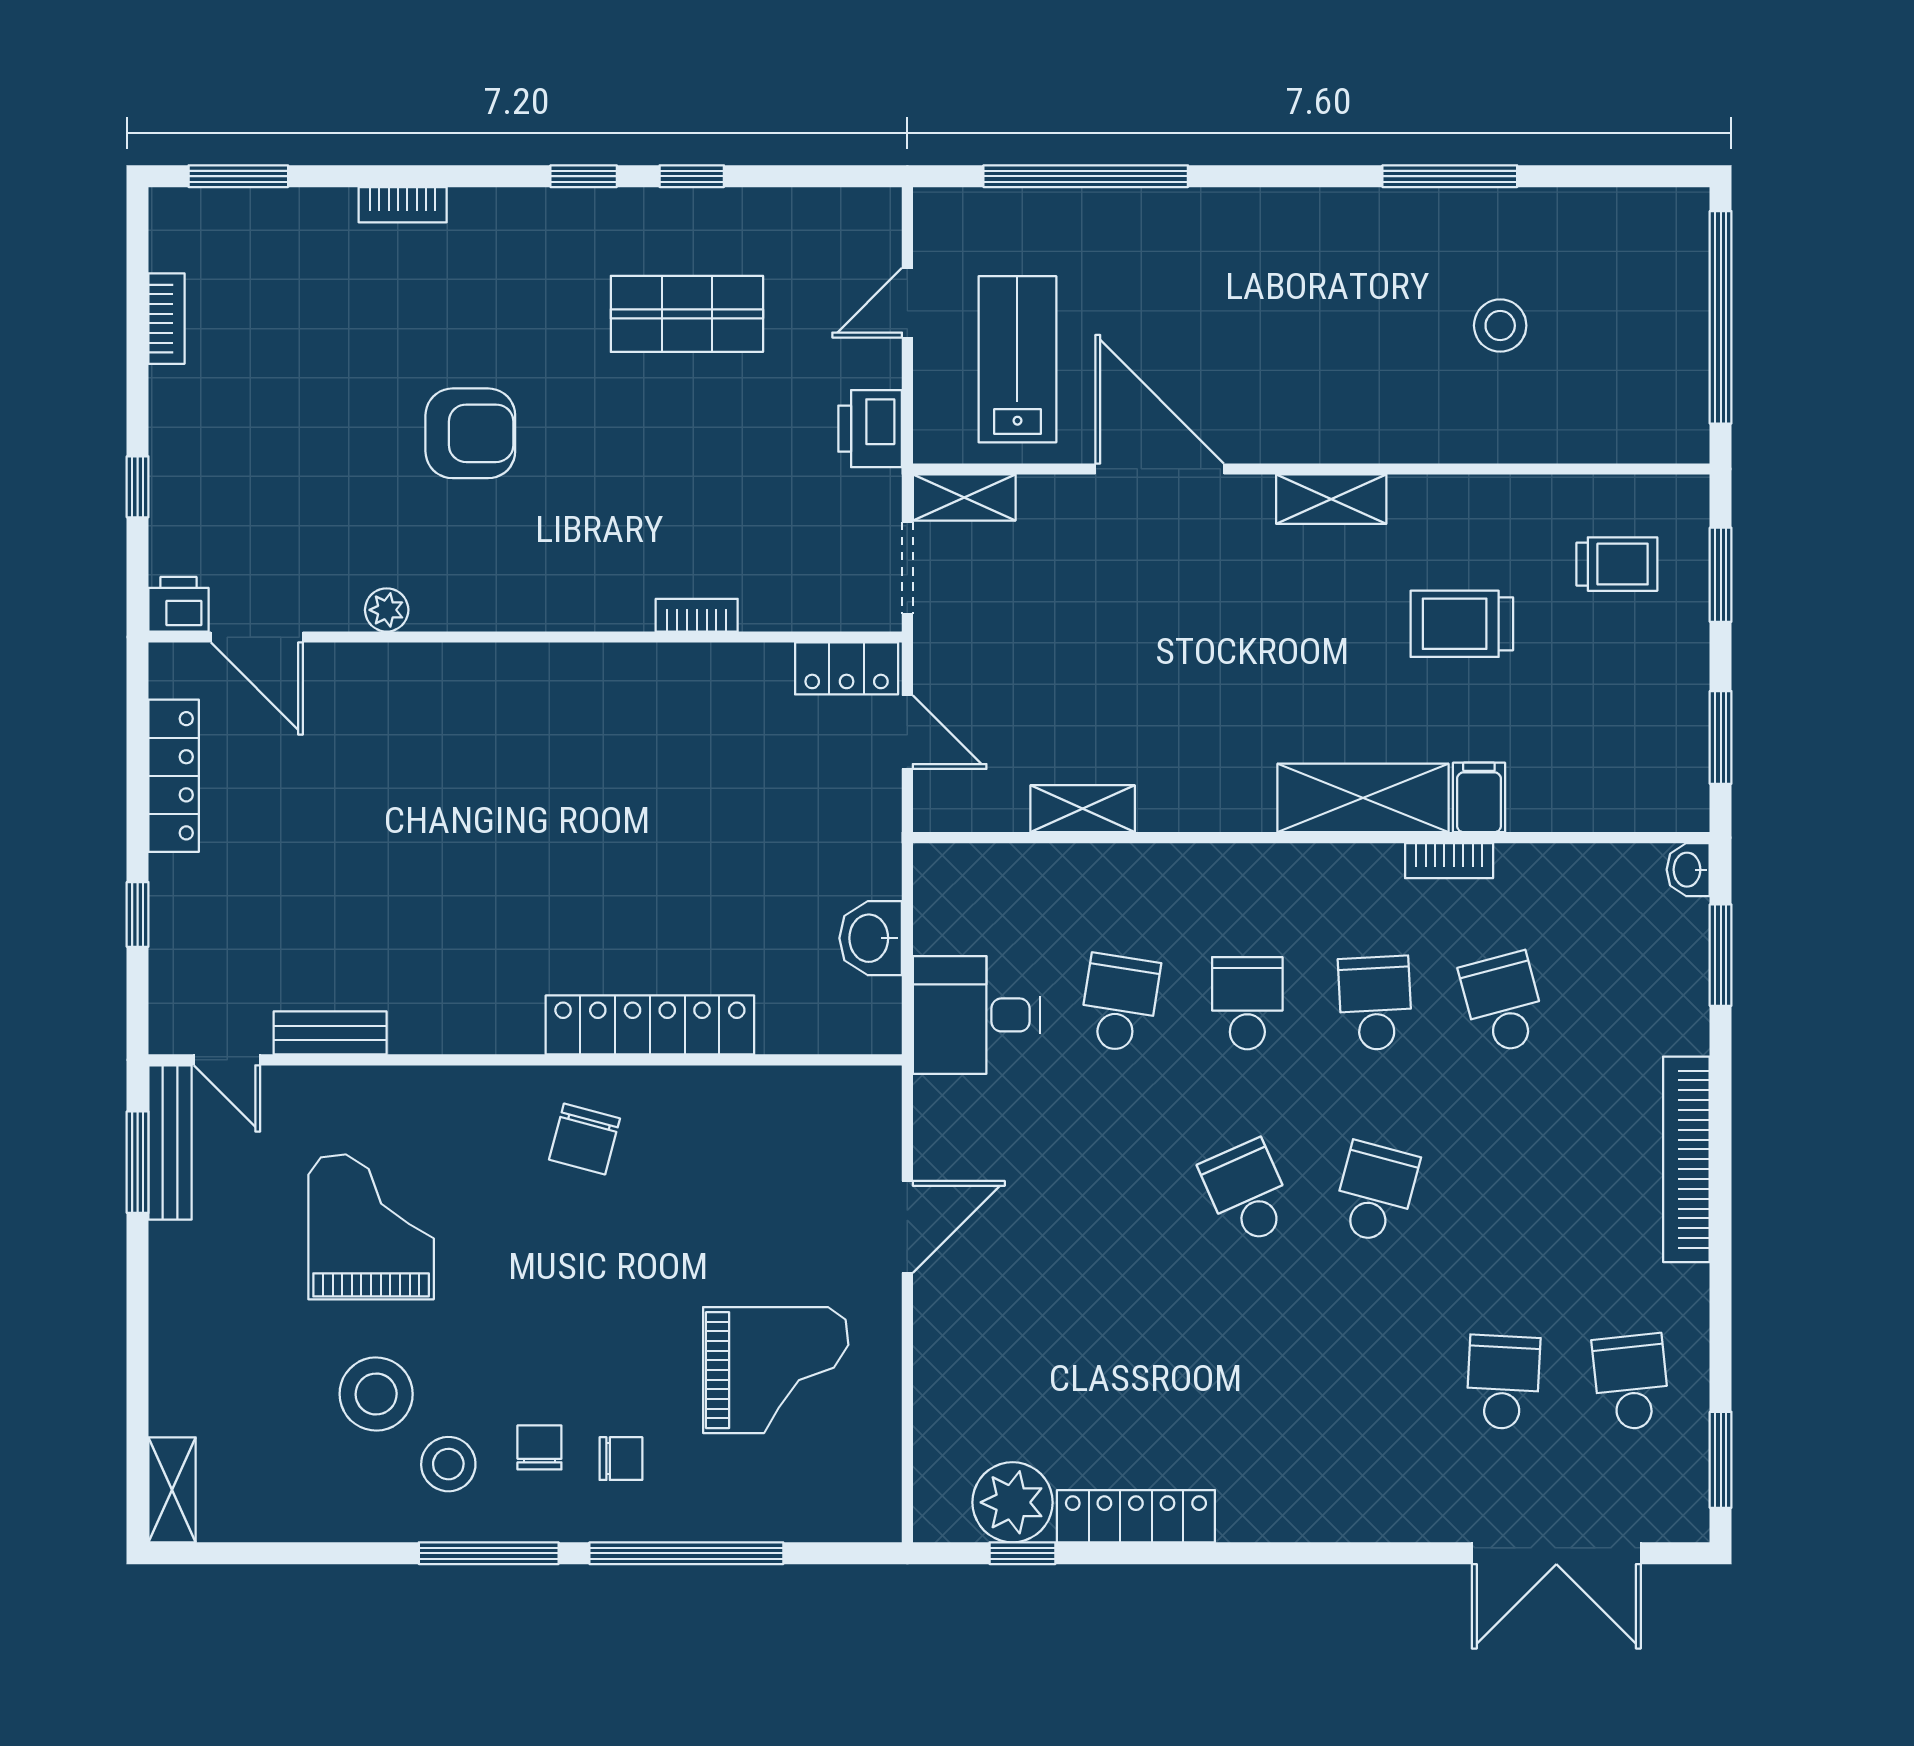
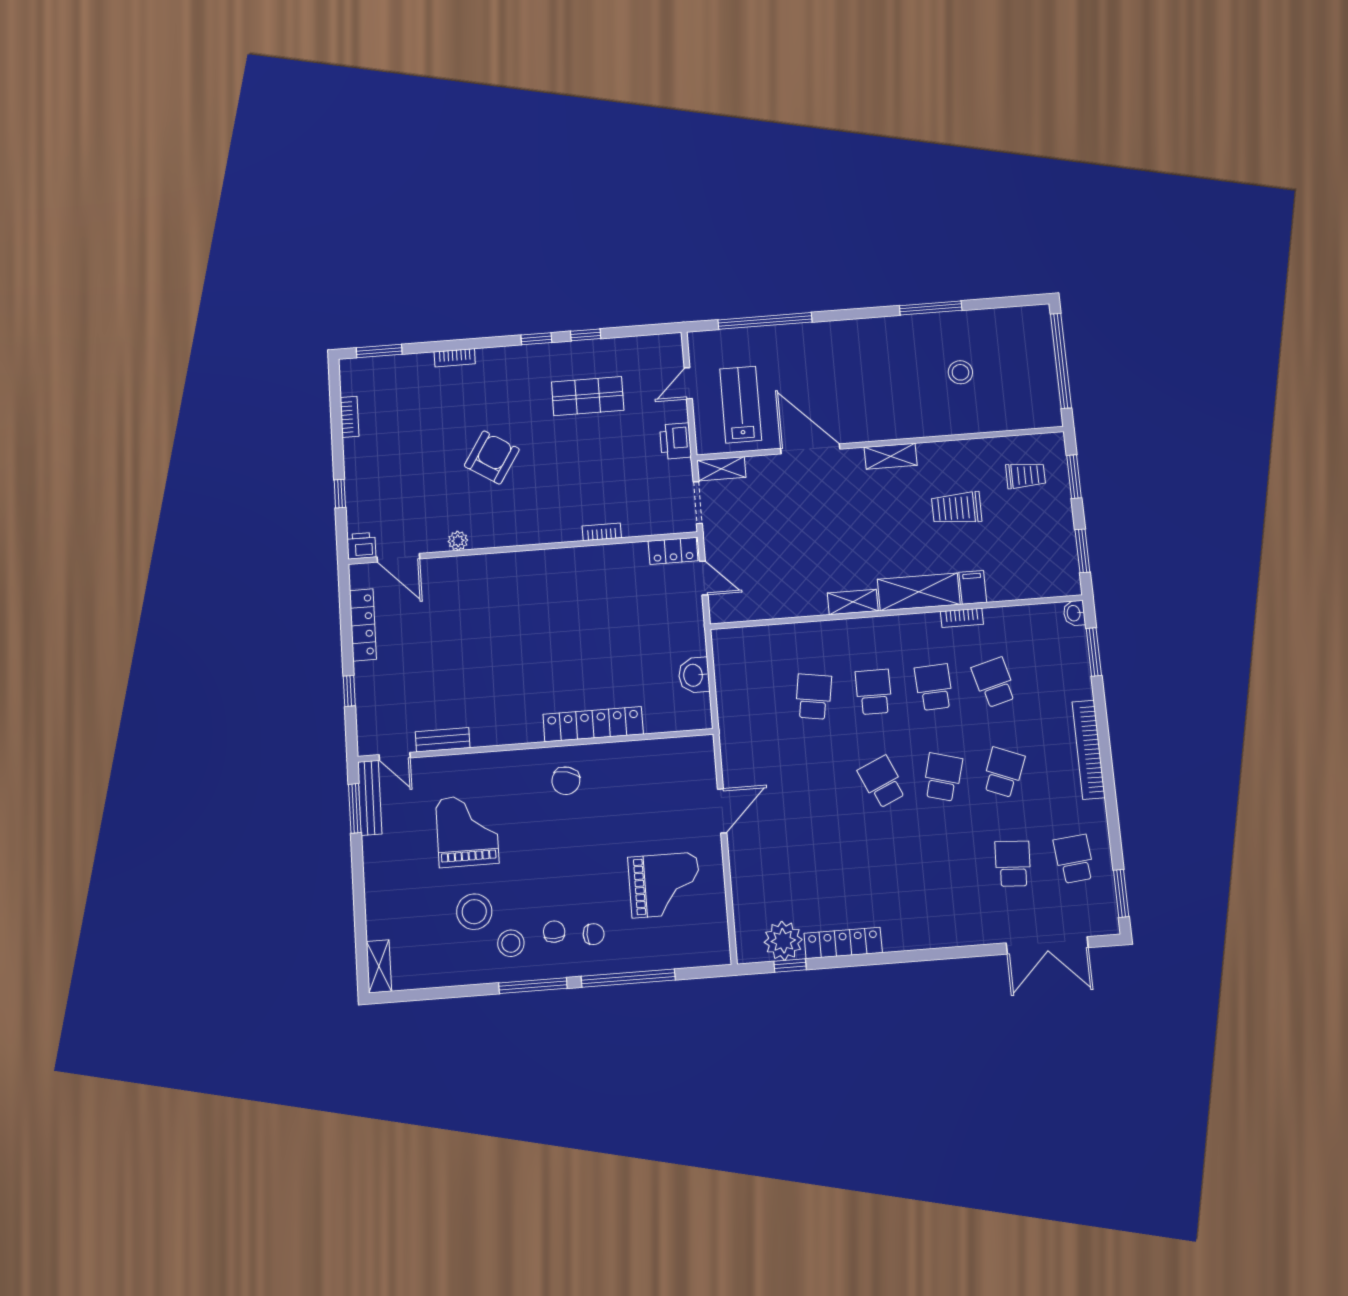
armchair: (470, 433) -> (492, 457), turned -58
shelving: (1083, 809) -> (853, 602), moved
desk: (976, 1015) -> (747, 707), removed
school desk: (1503, 1193) -> (1003, 772), added

